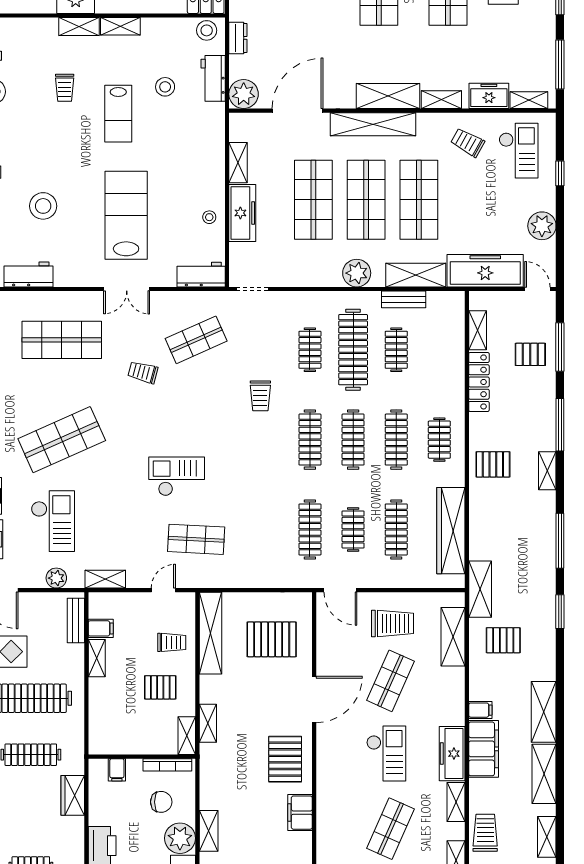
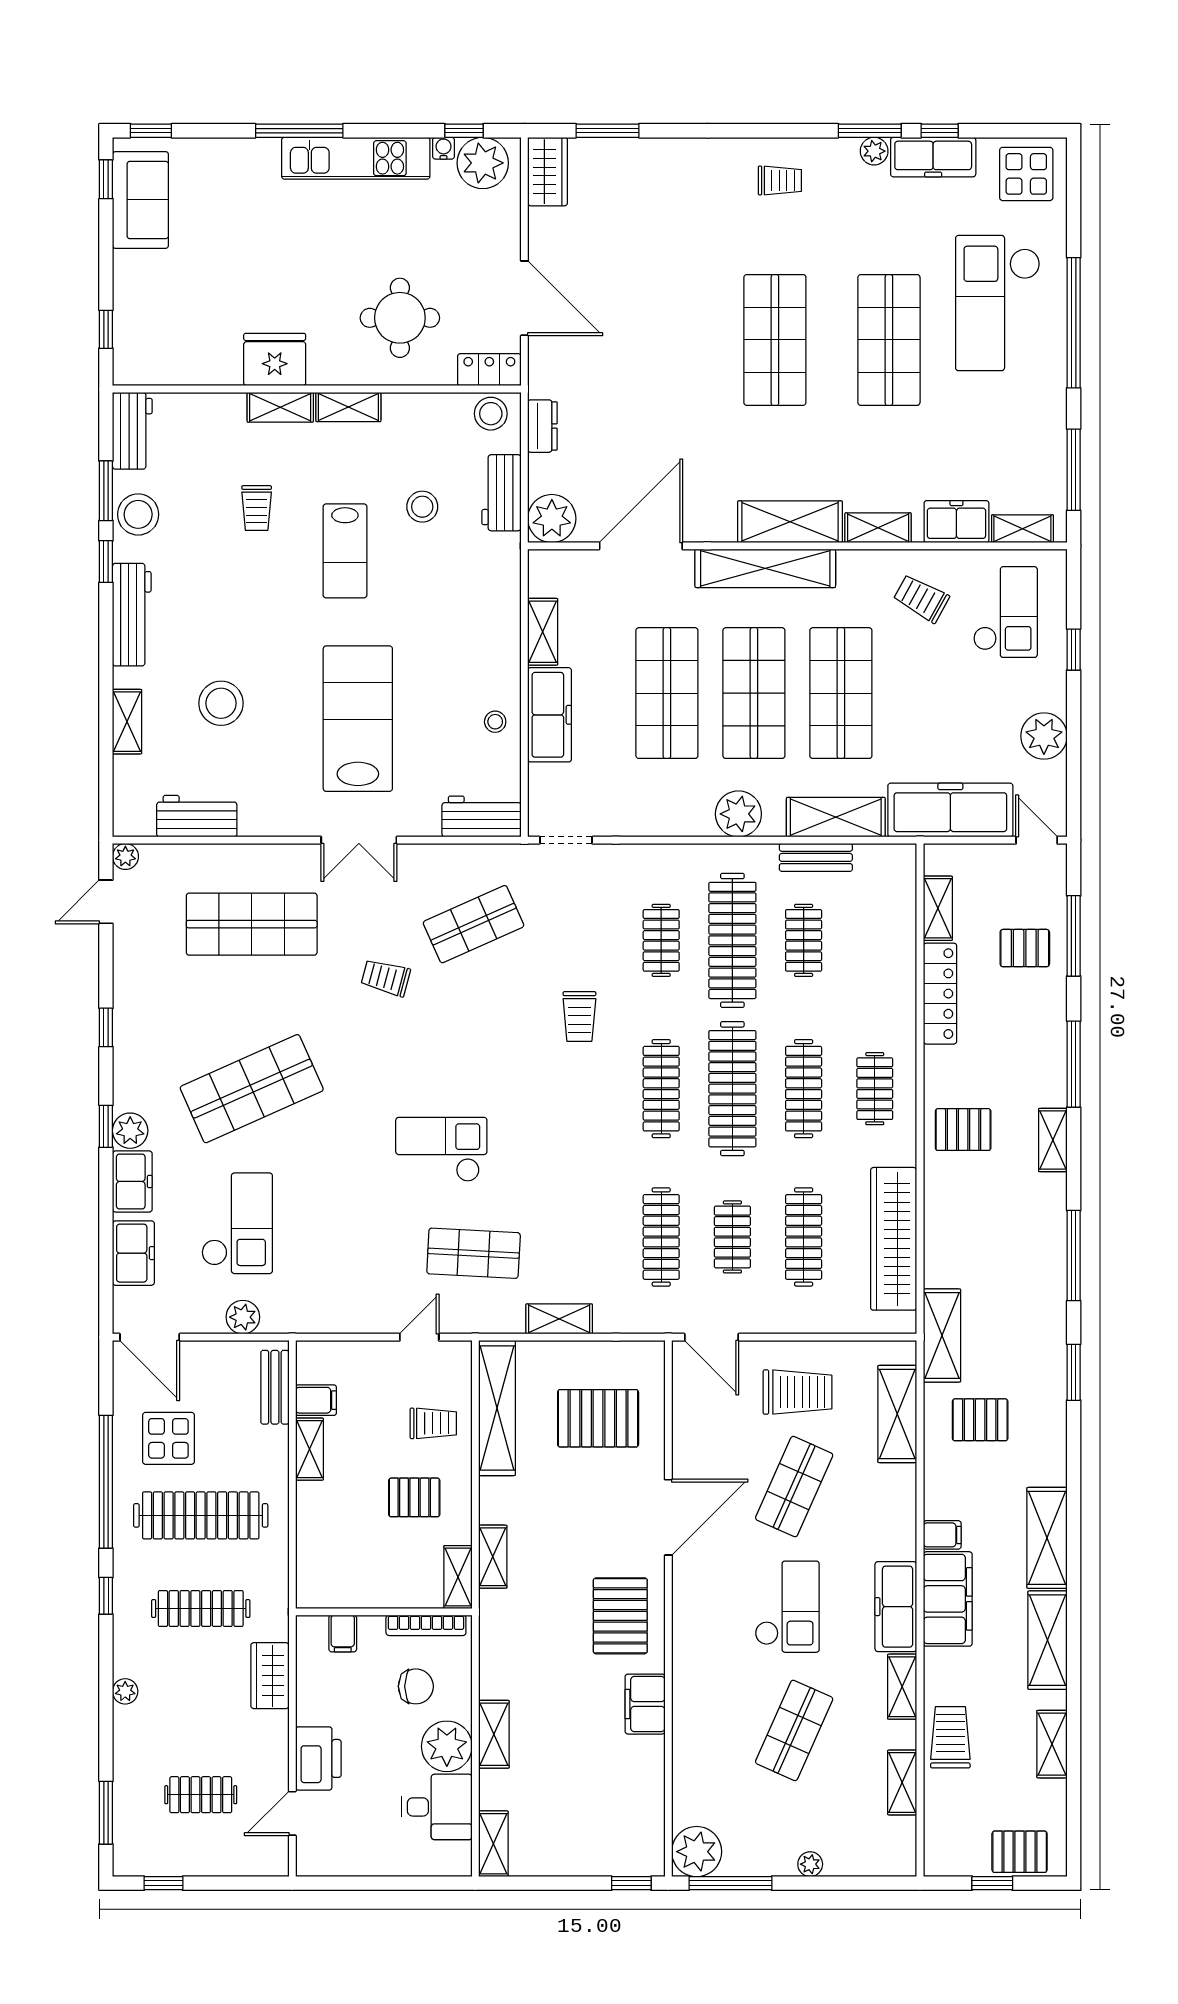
clothes rail: (353, 440) -> (732, 1089), width x1.37, depth x1.31
shelving: (105, 579) -> (559, 1319), moved

